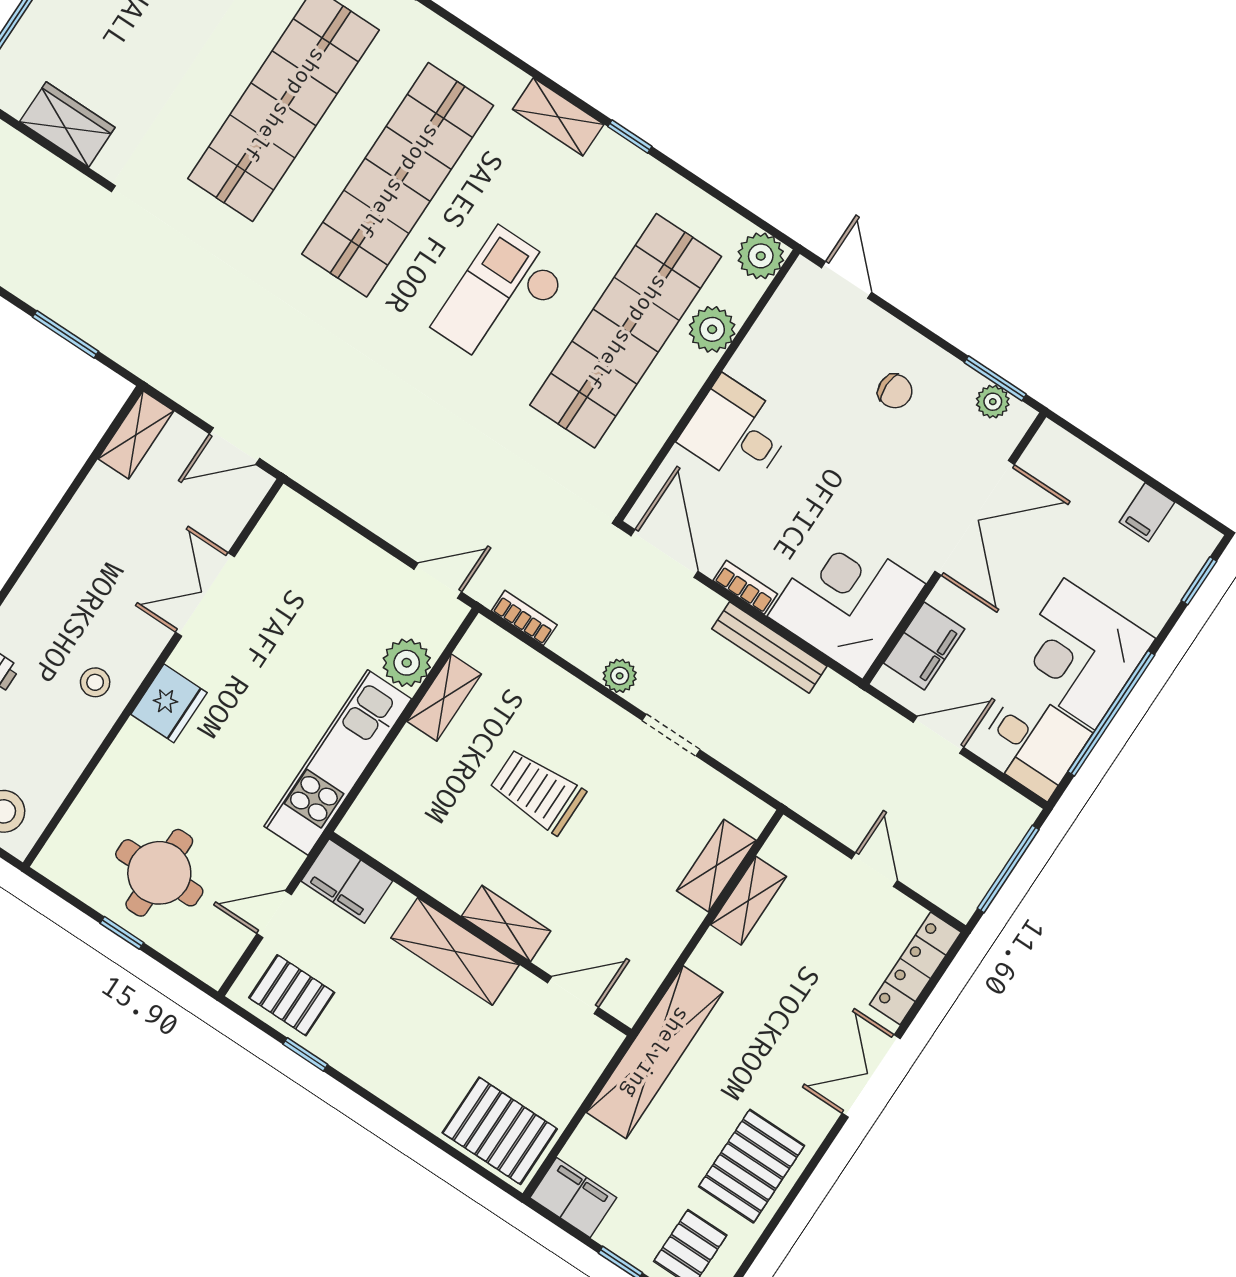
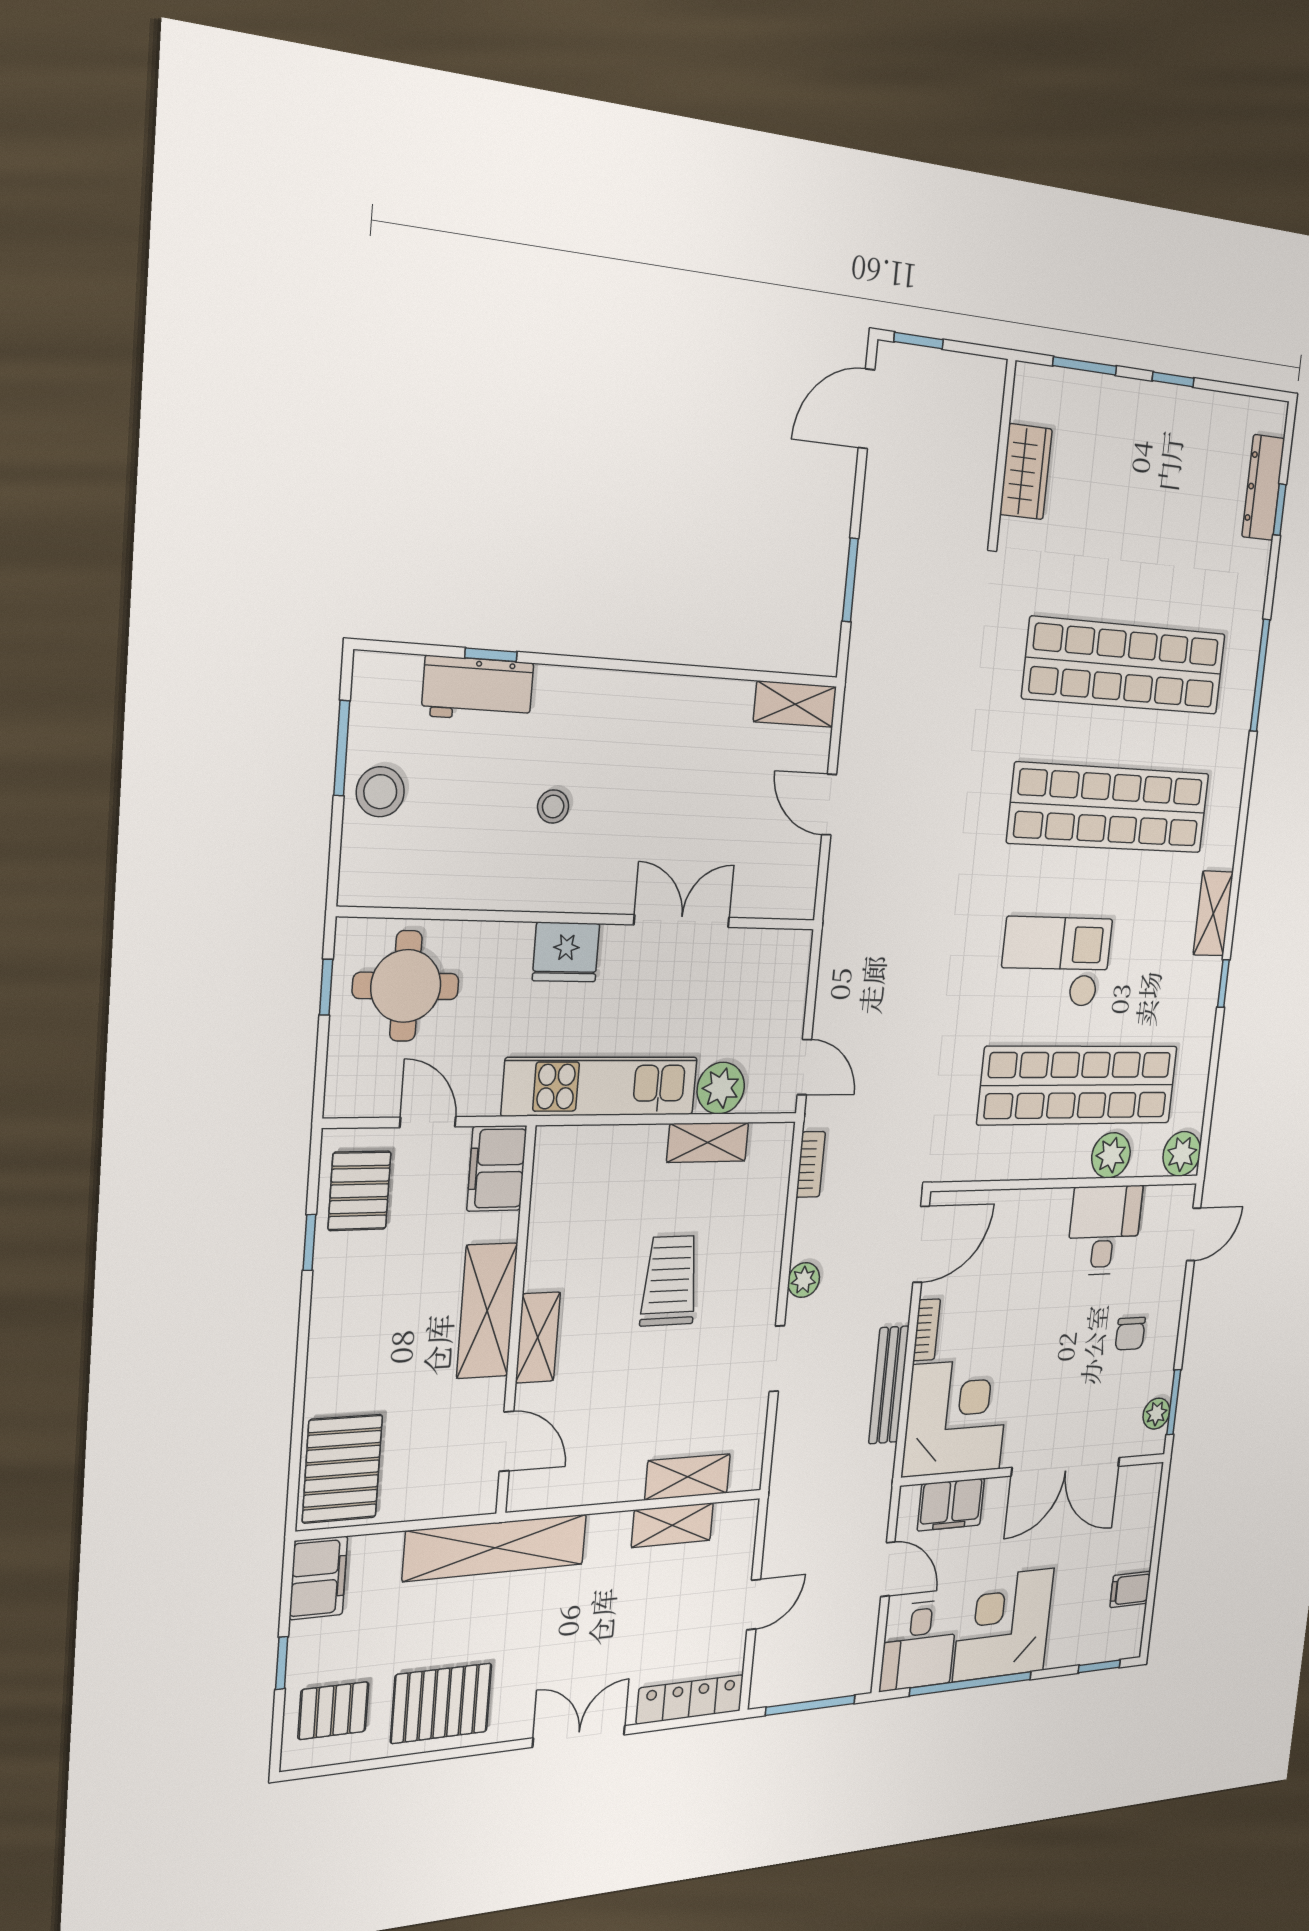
desk: (736, 432) -> (1104, 1230), moved
double door: (205, 594) -> (682, 921), moved
wall: (153, 673) -> (586, 918), moved
fridge: (169, 703) -> (566, 952), moved

